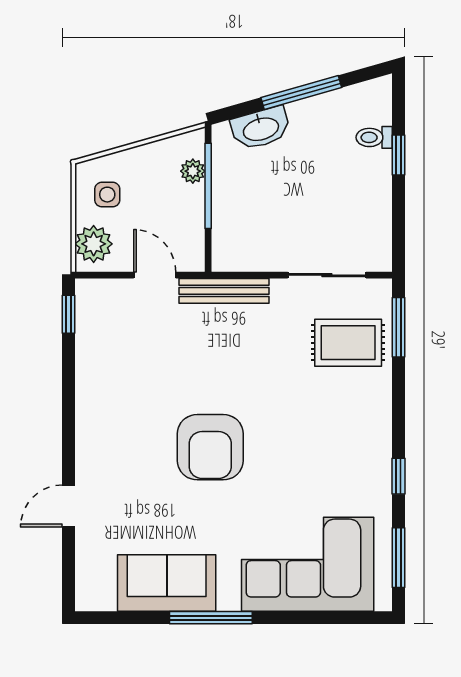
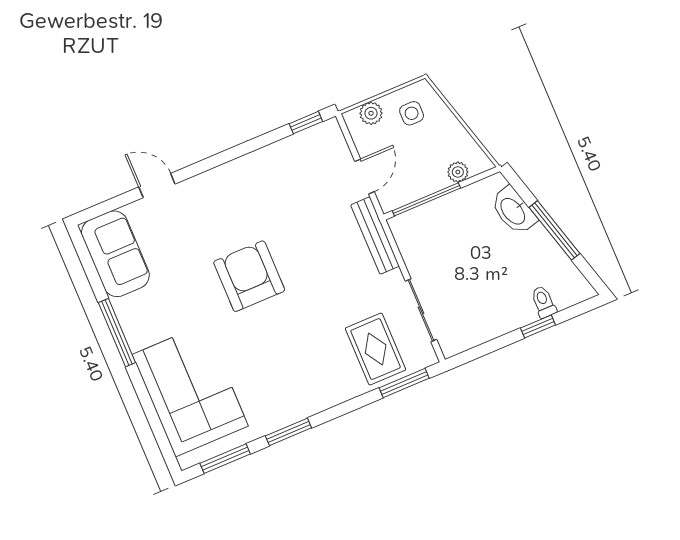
window: (208, 186) -> (426, 199), moved
plant: (94, 244) -> (371, 113), width x0.73, depth x0.73
armchair: (210, 447) -> (249, 276), turned 90
window: (398, 476) -> (288, 432), width x1.50
sofa: (167, 583) -> (115, 254), moved

